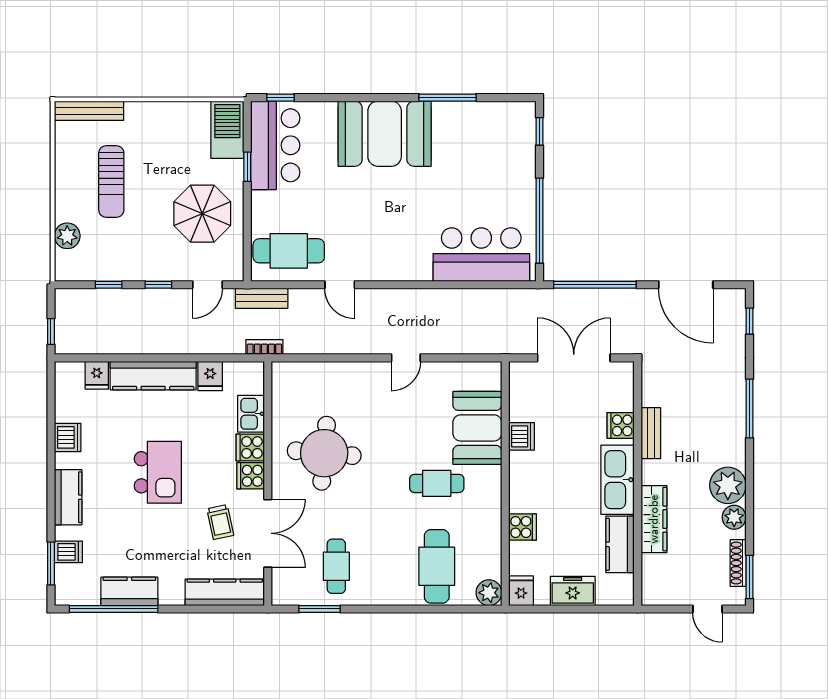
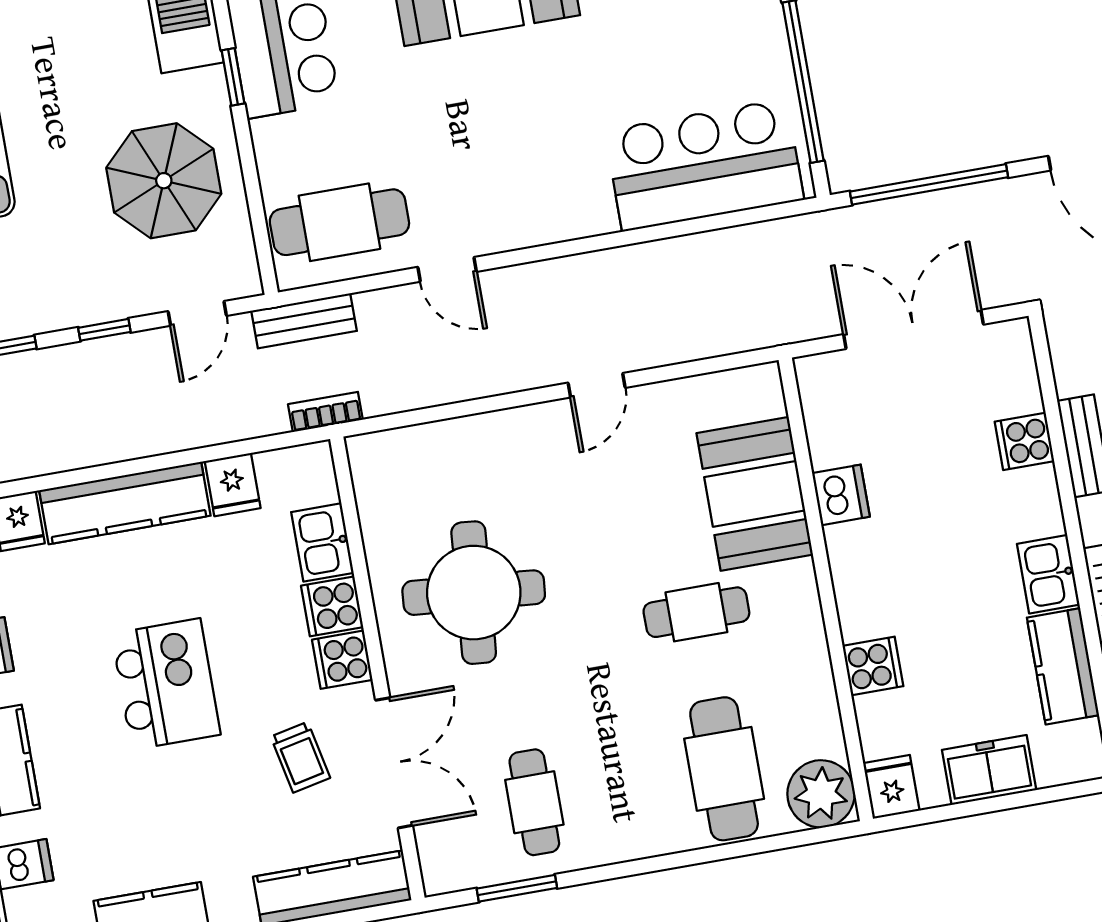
kitchen sink: (618, 480) -> (1048, 574), width x0.53, depth x0.81
plant: (489, 593) -> (821, 794), width x1.36, depth x1.36

